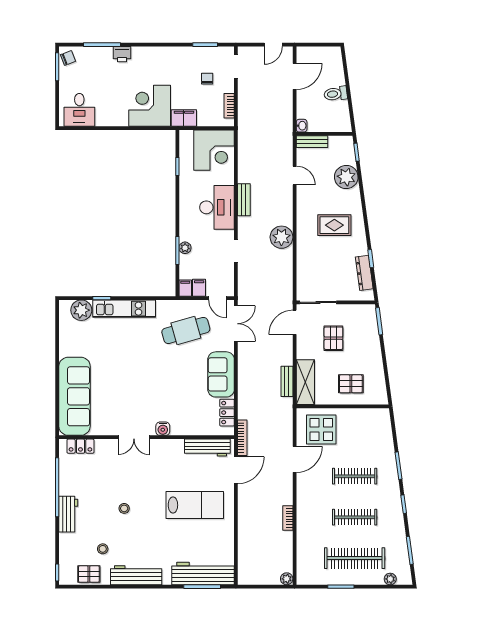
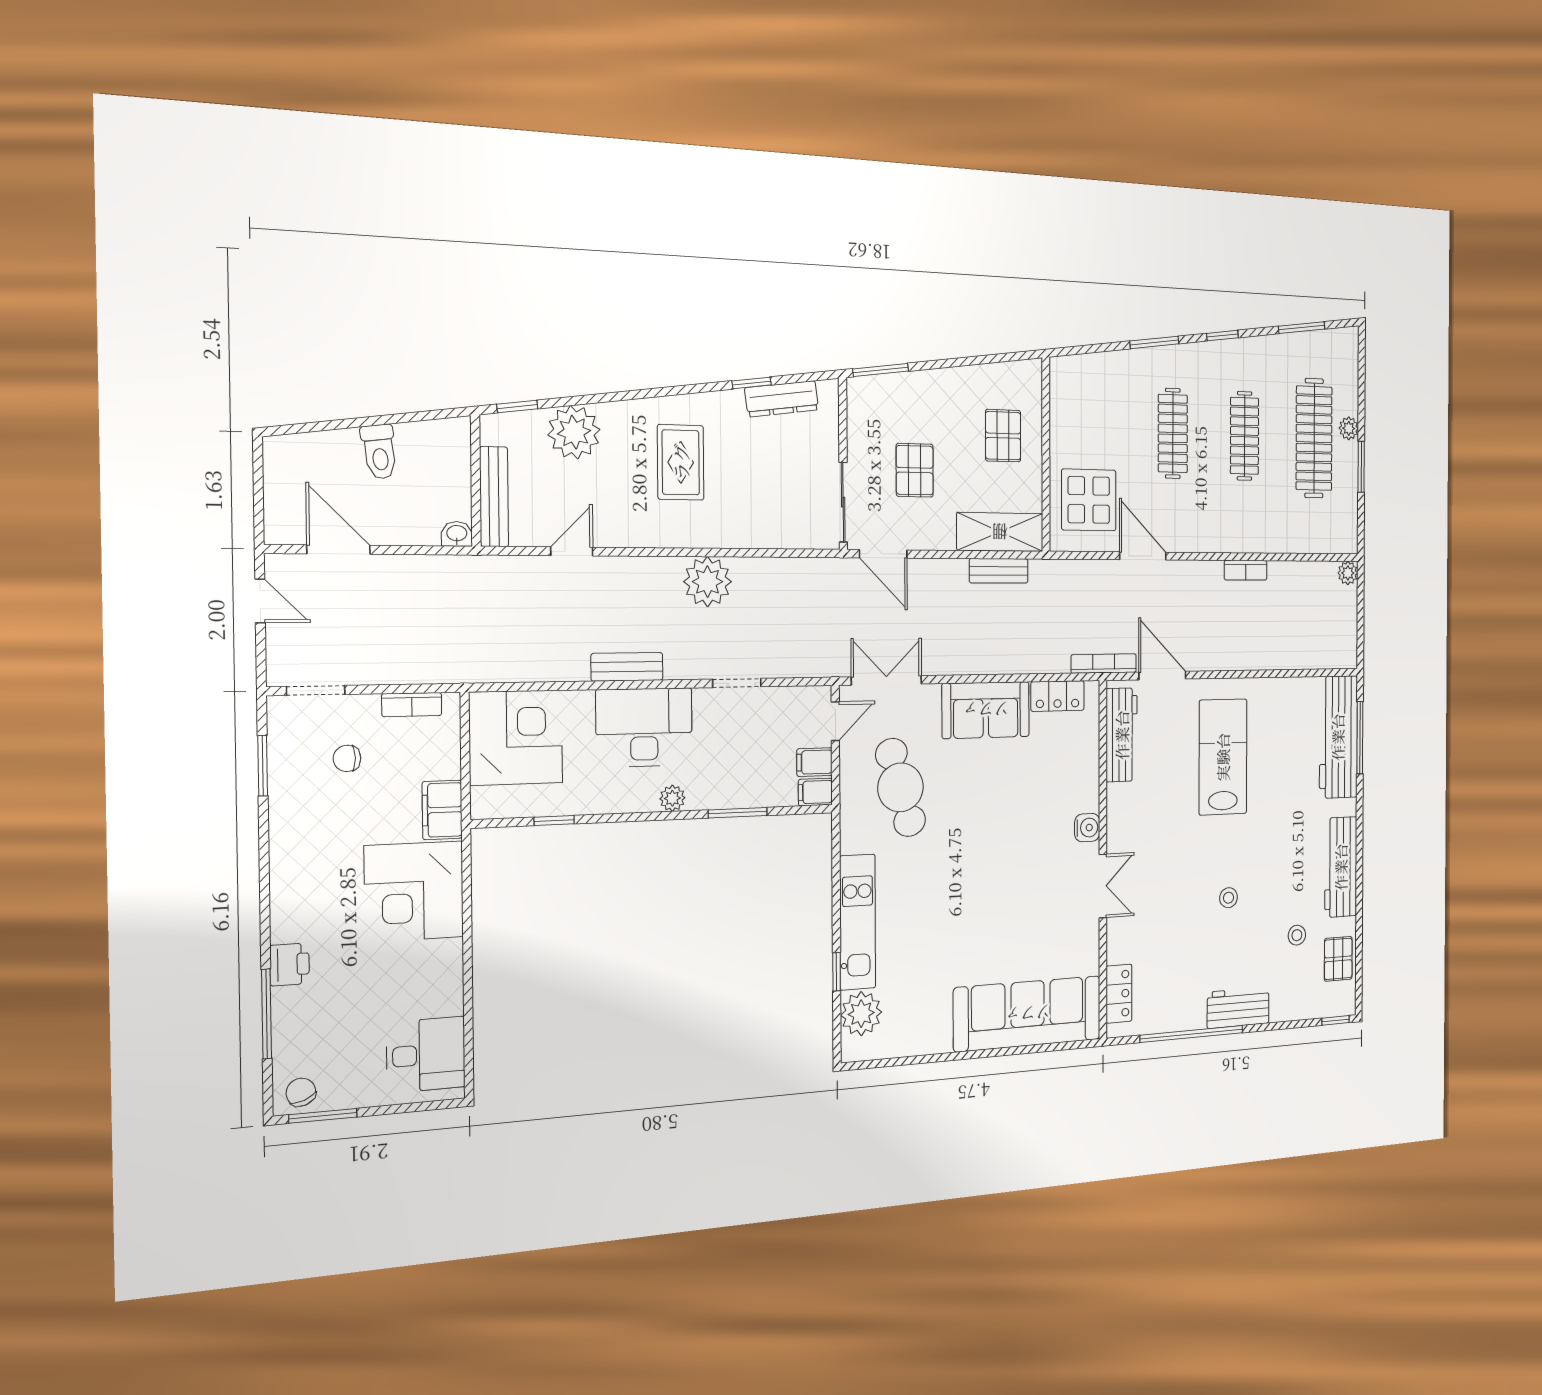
bench: (312, 142) -> (494, 497), width x1.36
plant: (185, 248) -> (672, 798), moved
pallet: (333, 338) -> (915, 470), turned 90
plant: (390, 579) -> (1349, 428), moved

